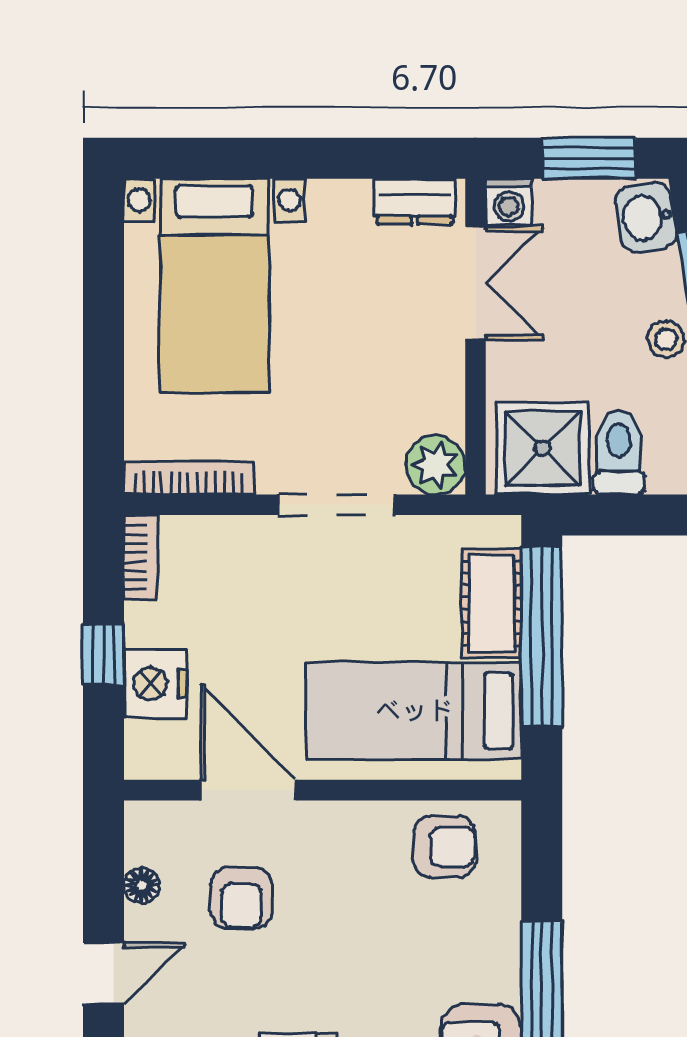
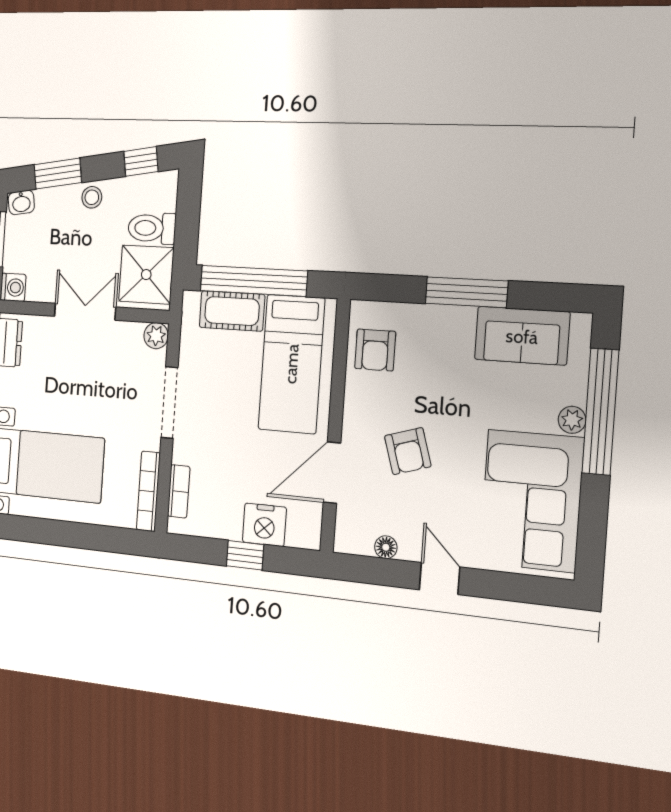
washbasin: (646, 217) -> (21, 202), width x0.72, depth x0.69
double door: (475, 283) -> (85, 312), moved
plant: (436, 465) -> (156, 336), width x0.73, depth x0.73
bookcase: (141, 557) -> (179, 491), moved, turned 90
armchair: (445, 847) -> (375, 350), turned 180
armchair: (241, 898) -> (408, 451), moved, turned 73

